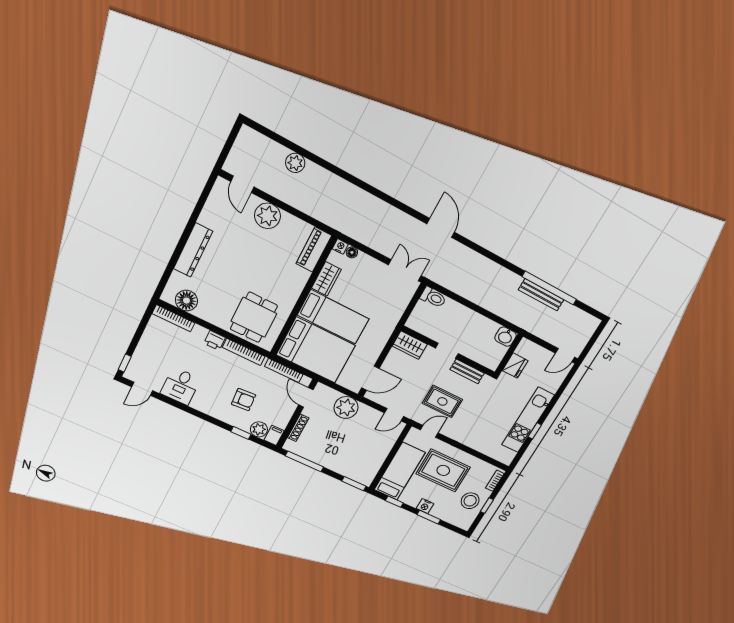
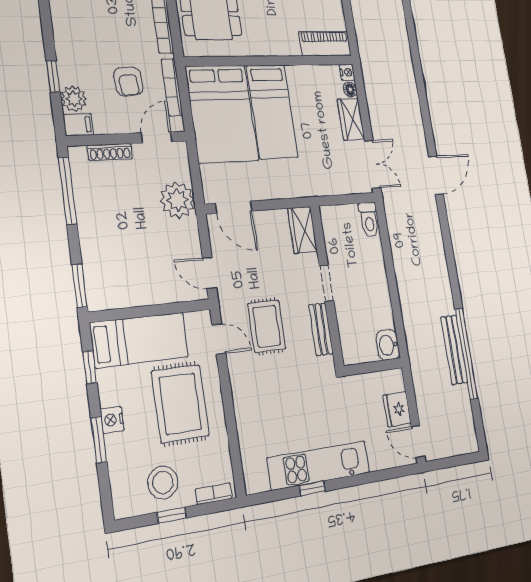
wardrobe: (326, 279) -> (351, 119), moved, turned 90
fridge: (515, 366) -> (397, 409), moved, turned 90
armchair: (244, 400) -> (128, 81), moved

